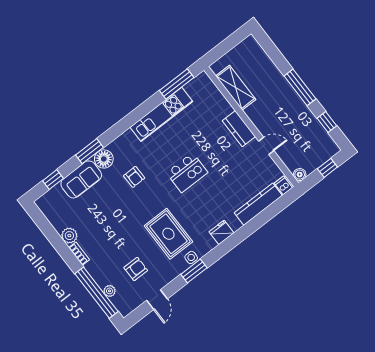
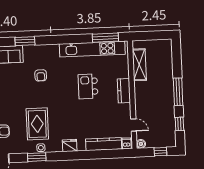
kitchen unit: (161, 114) -> (92, 49), width x1.36
door: (266, 146) -> (134, 125), moved
floor lamp: (104, 159) -> (30, 52), removed
kitchen island: (187, 173) -> (88, 86), moved, turned 90

